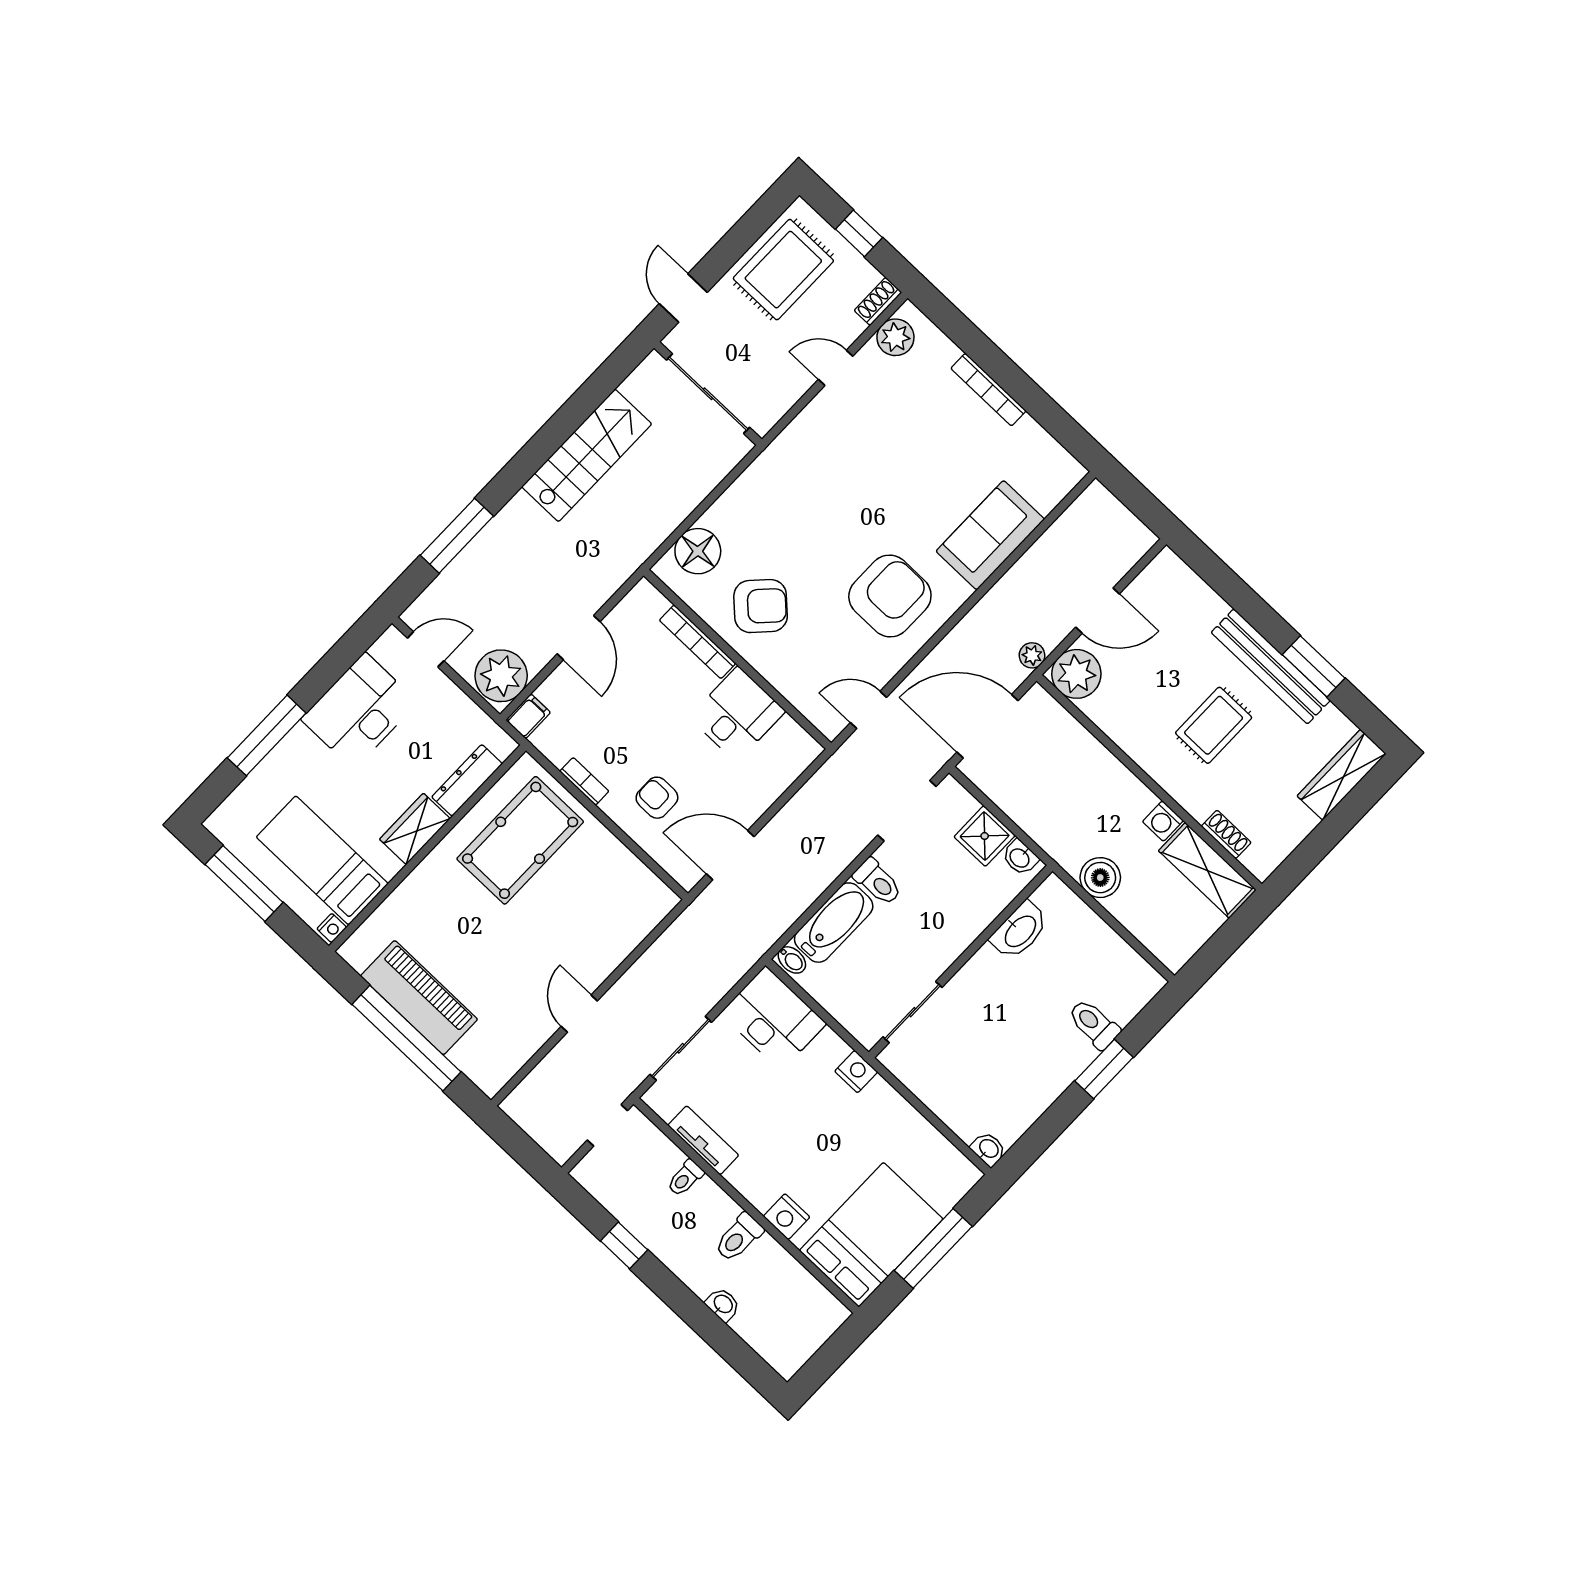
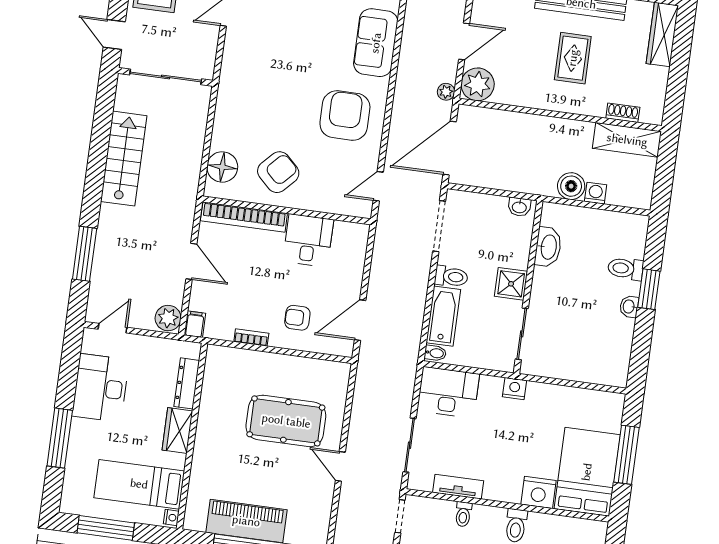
bookcase: (698, 642) -> (244, 217), width x1.48, depth x1.31
plant: (501, 676) -> (168, 318), width x0.73, depth x0.73
washing machine: (1163, 821) -> (596, 193), moved, turned 180
shower: (985, 836) -> (511, 284), moved
pool table: (520, 840) -> (286, 421), moved, turned 90
washbasin: (988, 1149) -> (629, 307), moved, turned -90
nightstand: (787, 1217) -> (539, 492), width x1.36, depth x1.33

